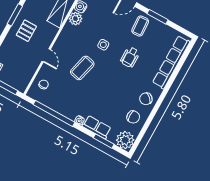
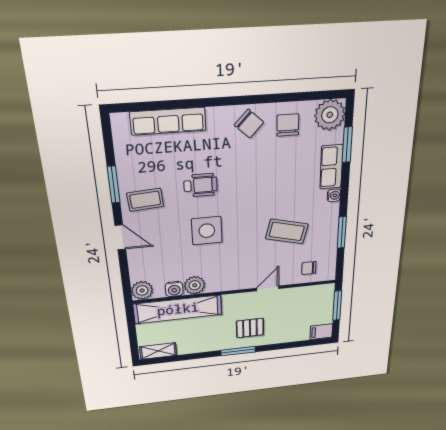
side table: (103, 45) -> (207, 231), width x1.87, depth x1.87
row of seats: (171, 62) -> (168, 121), width x0.73
coffee table: (82, 68) -> (287, 231), moved
window: (54, 113) -> (342, 233), width x0.47

